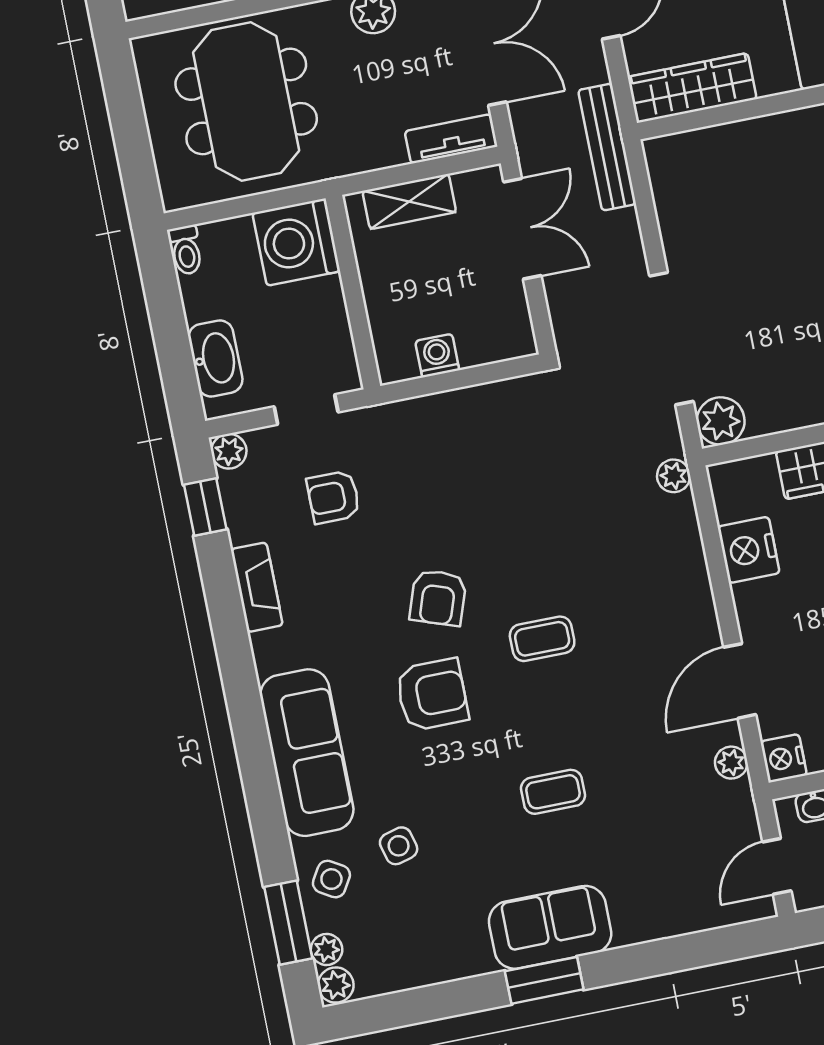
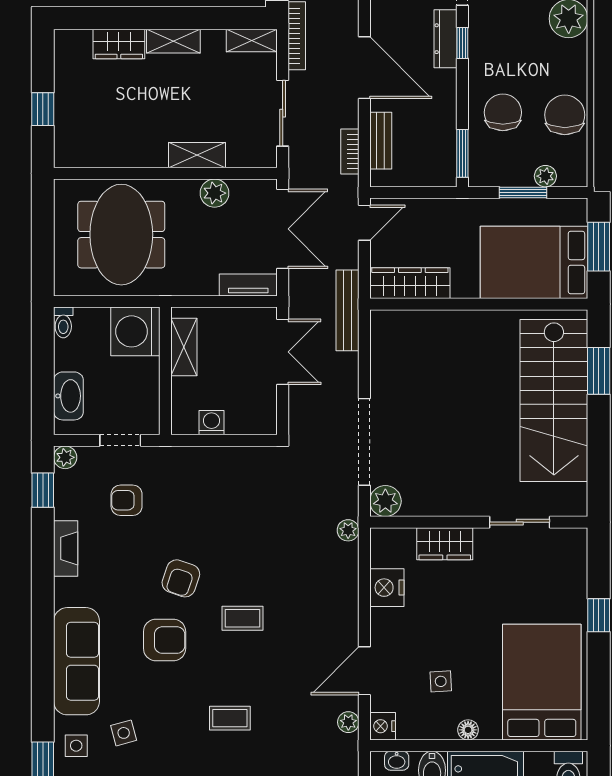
shelving: (409, 201) -> (184, 347), moved, turned 90
side table: (331, 879) -> (76, 746), turned -31

